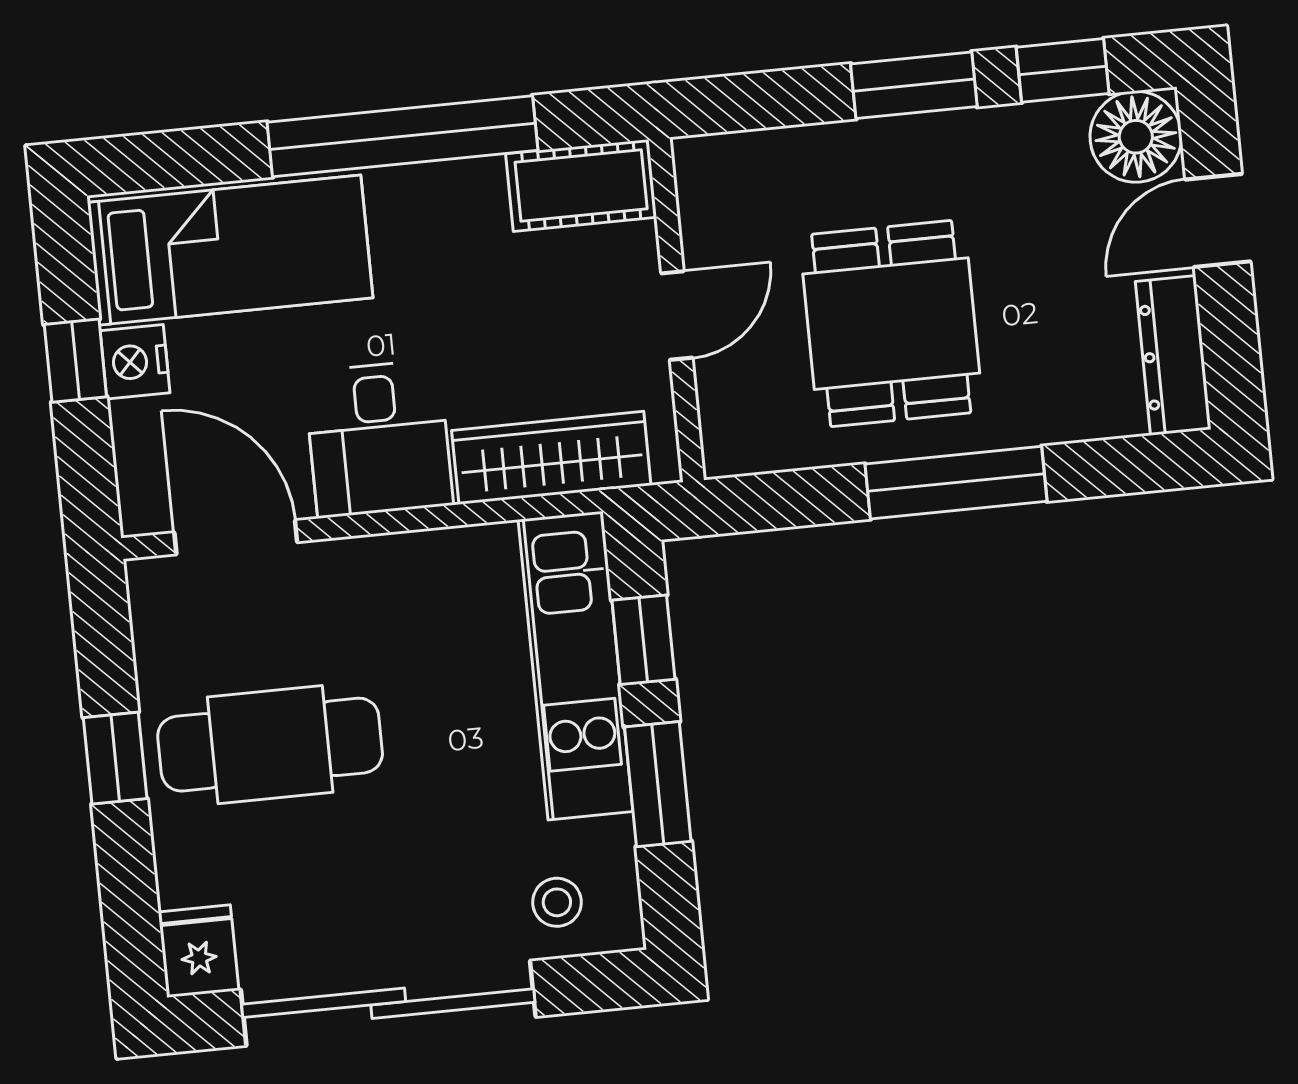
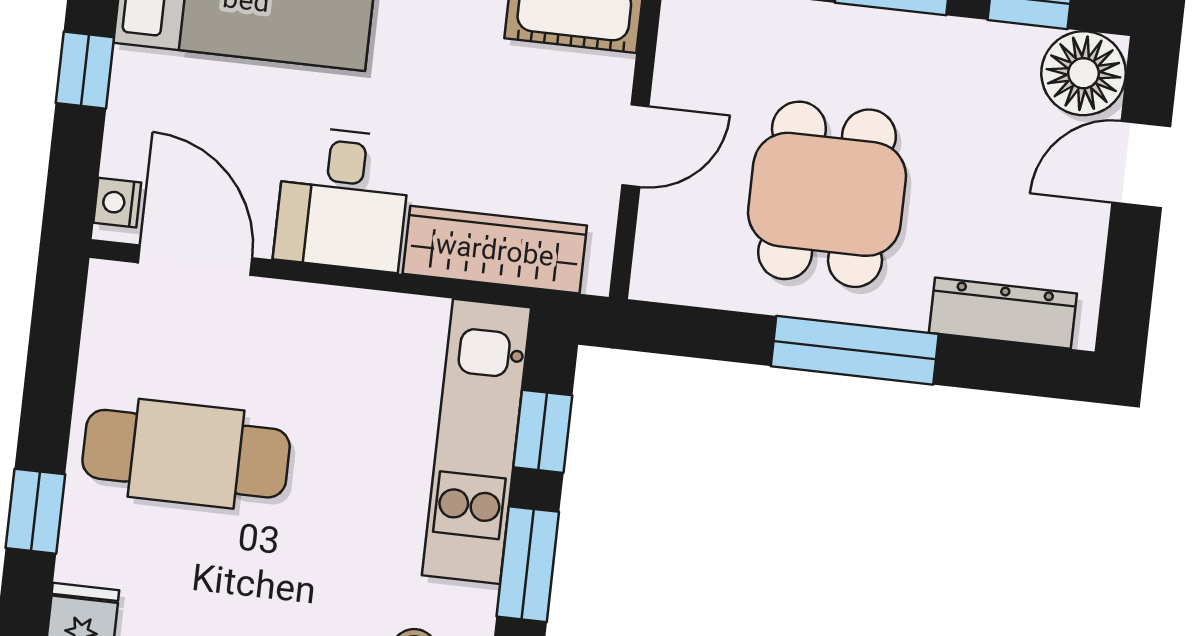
dresser: (1173, 355) -> (1003, 313), moved, turned 90
nightstand: (135, 362) -> (117, 203), moved, width x0.72, depth x0.74
window: (115, 758) -> (35, 511), moved

